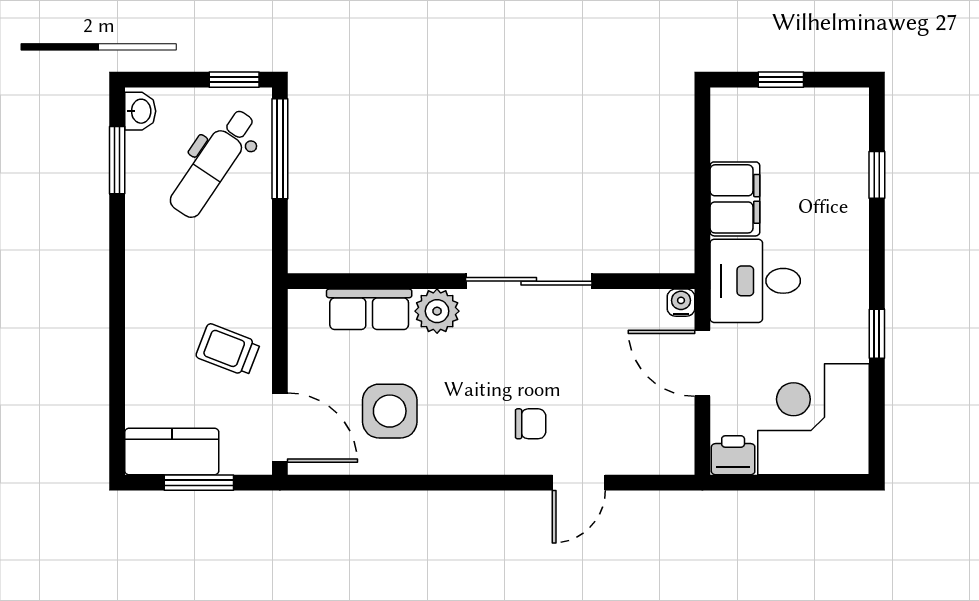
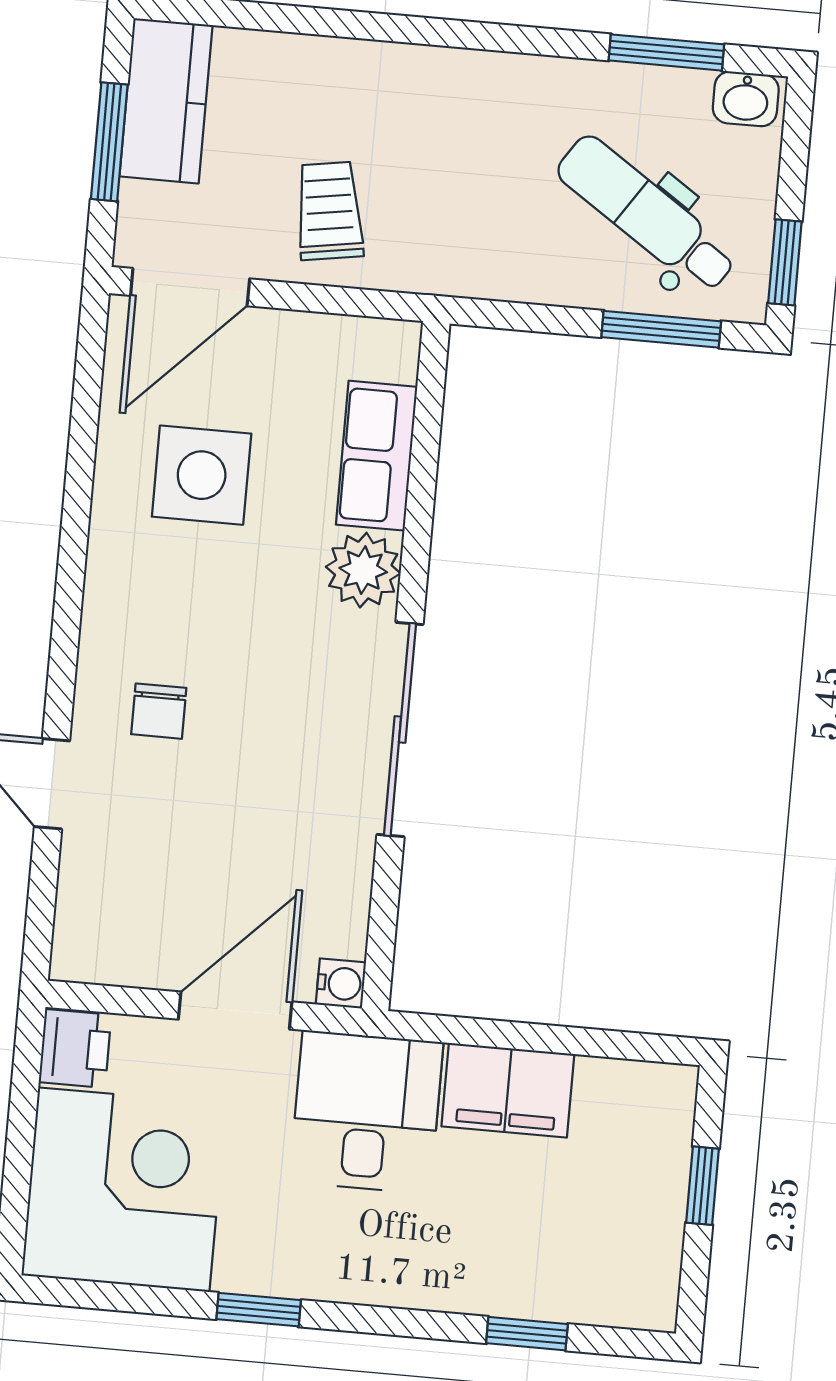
window: (280, 149) -> (661, 329), width x0.69
trolley: (228, 350) -> (329, 211), turned -30

